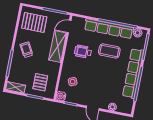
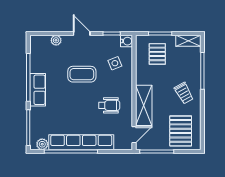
pallet: (34, 22) -> (181, 131), turned 90
coffee table: (109, 51) -> (82, 74), moved
row of seats: (133, 73) -> (38, 90), width x0.50

